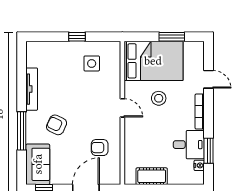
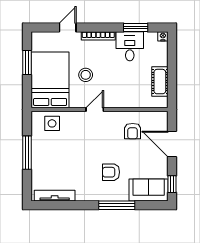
window: (77, 37) -> (27, 153), width x2.17
side table: (92, 63) -> (52, 123), moved
tv unit: (32, 89) -> (55, 196), moved
armchair: (57, 125) -> (111, 172), turned 65
nightstand: (199, 165) -> (163, 36), moved

